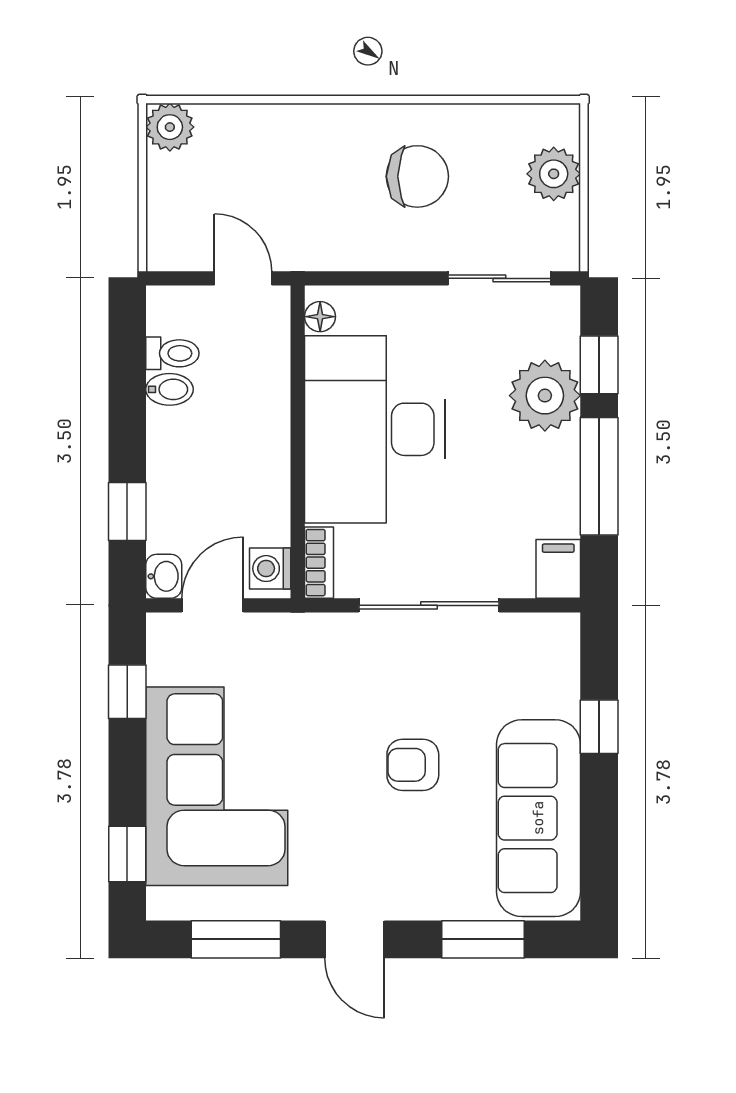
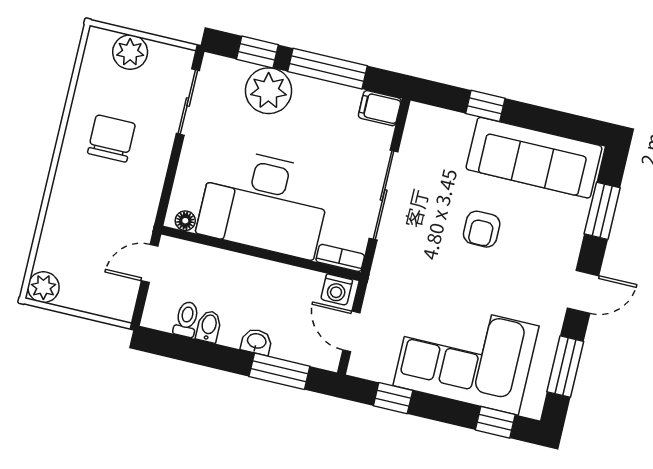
window: (127, 512) -> (279, 371), width x1.50
washbasin: (164, 576) -> (257, 342), moved

